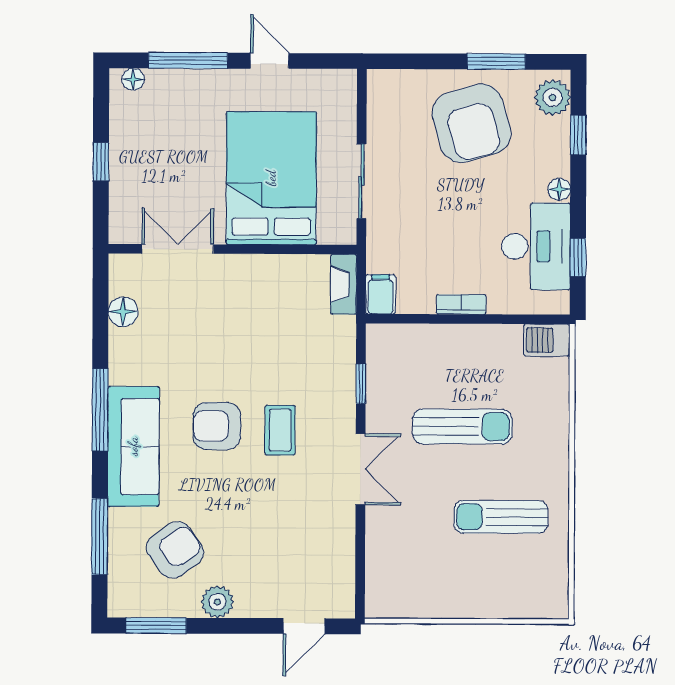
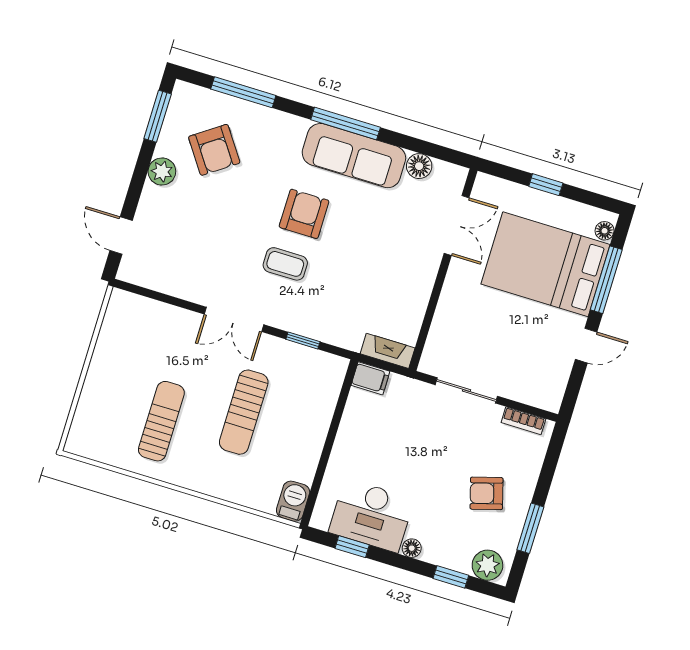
armchair: (471, 123) -> (486, 493), width x0.53, depth x0.53
bed: (271, 178) -> (545, 264), moved, turned 180
bookcase: (461, 304) -> (523, 421), moved, turned 90
sofa: (133, 446) -> (354, 156), moved

